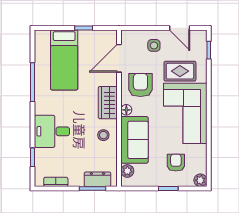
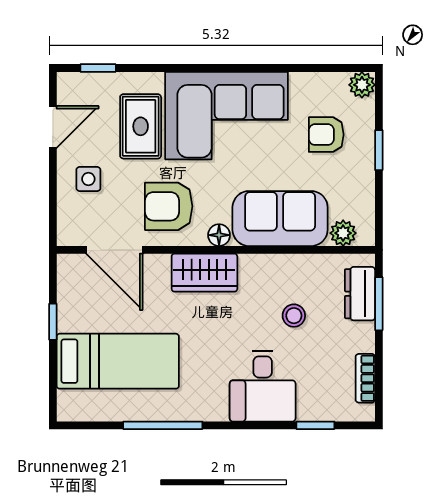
stool: (103, 135) -> (294, 316), moved

